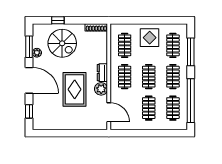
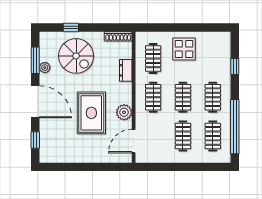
clothes rail: (173, 45) -> (213, 58), removed
window: (191, 52) -> (235, 67), width x0.46
dresser: (102, 73) -> (126, 70), moved
door: (109, 112) -> (134, 141), swing flipped

